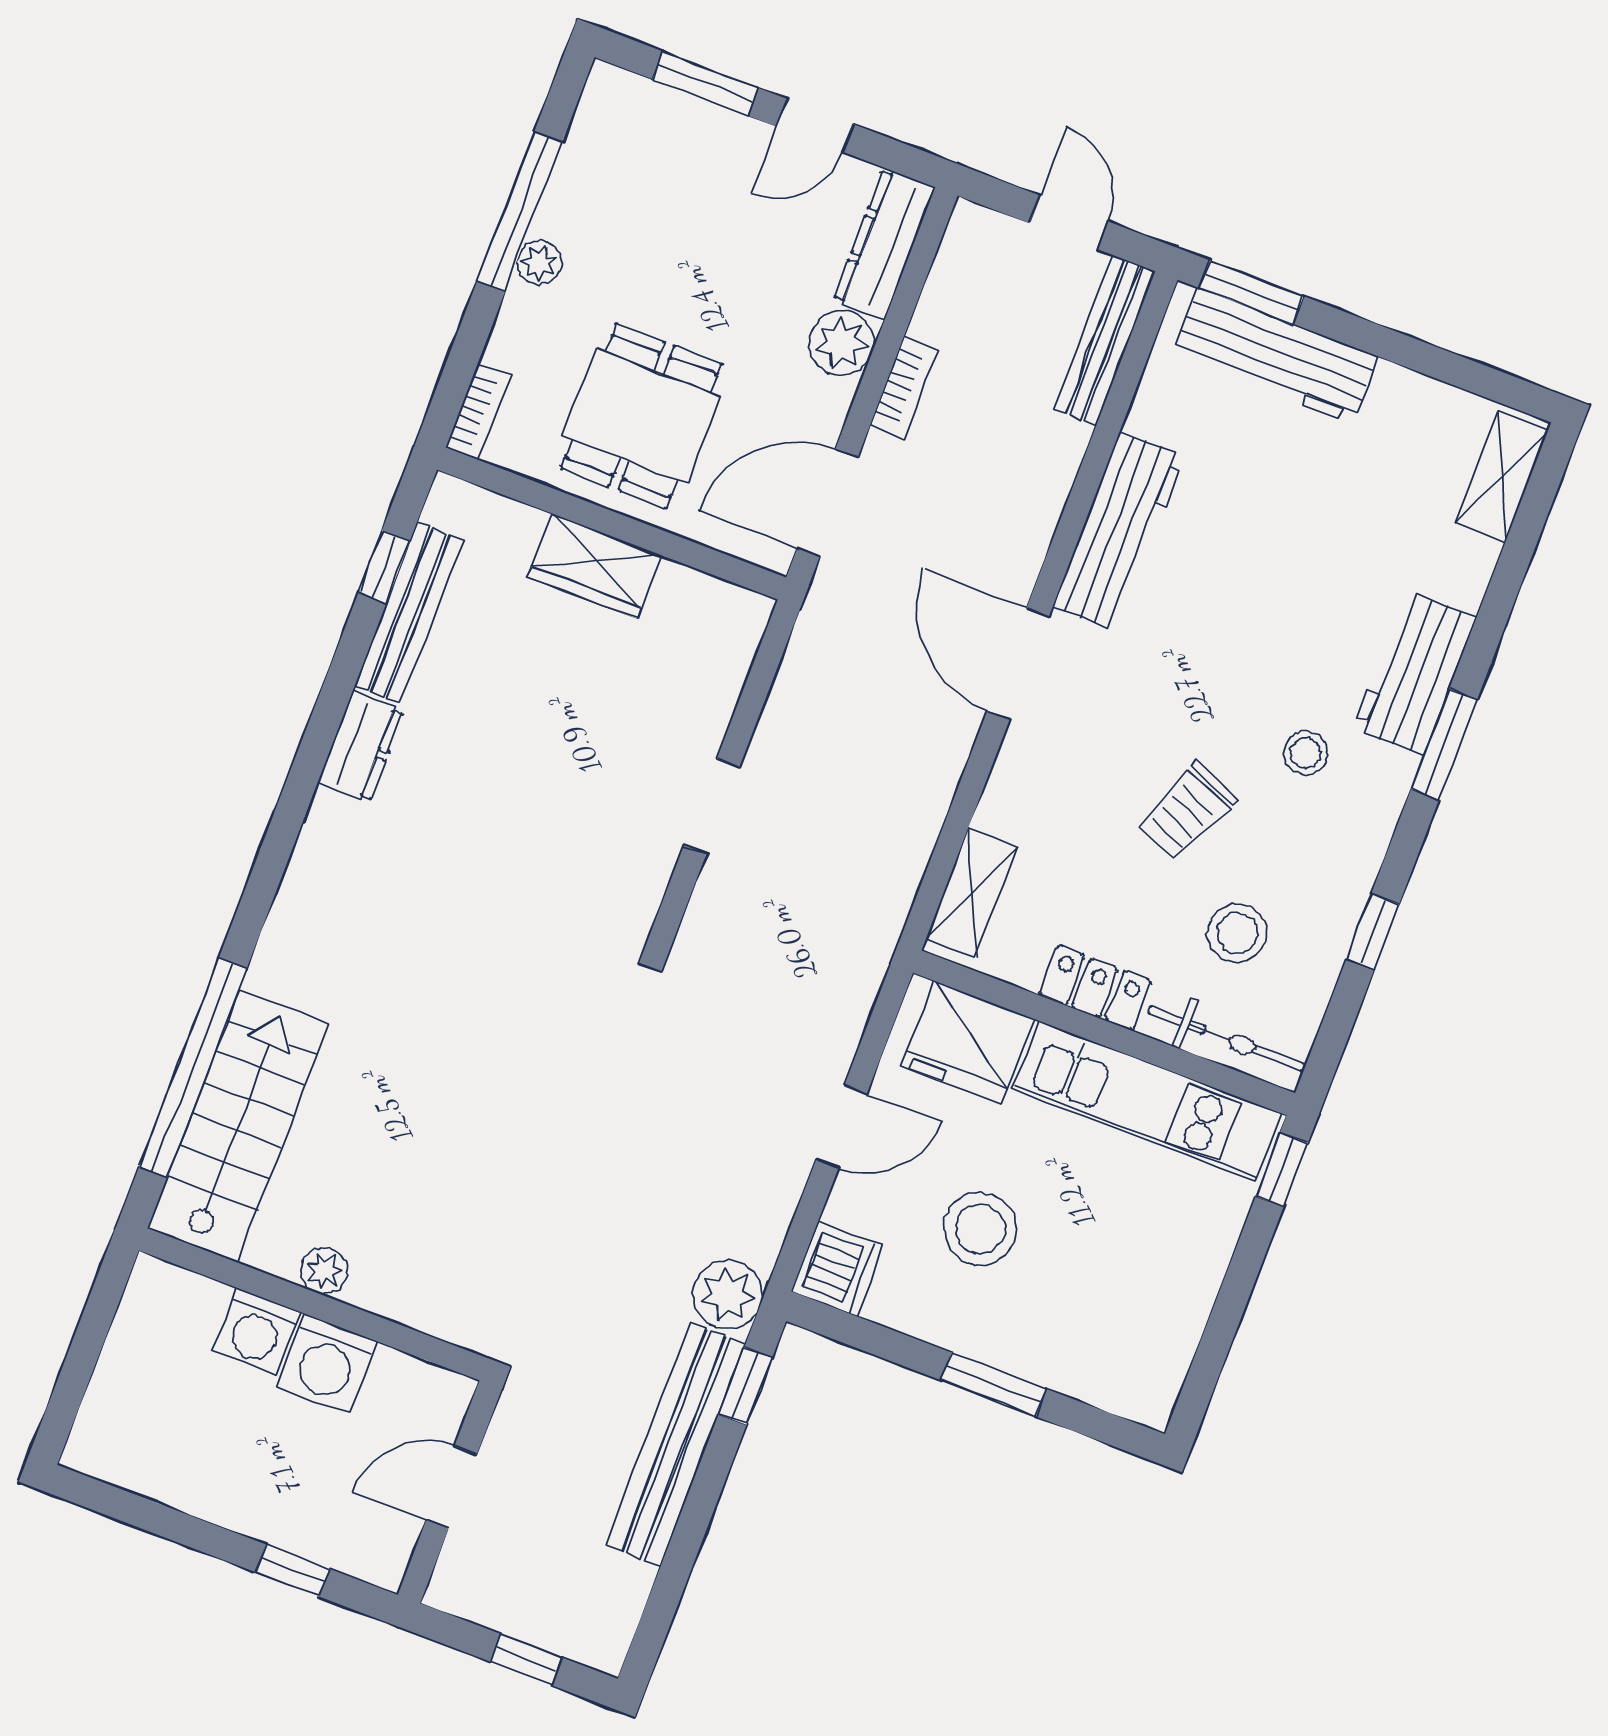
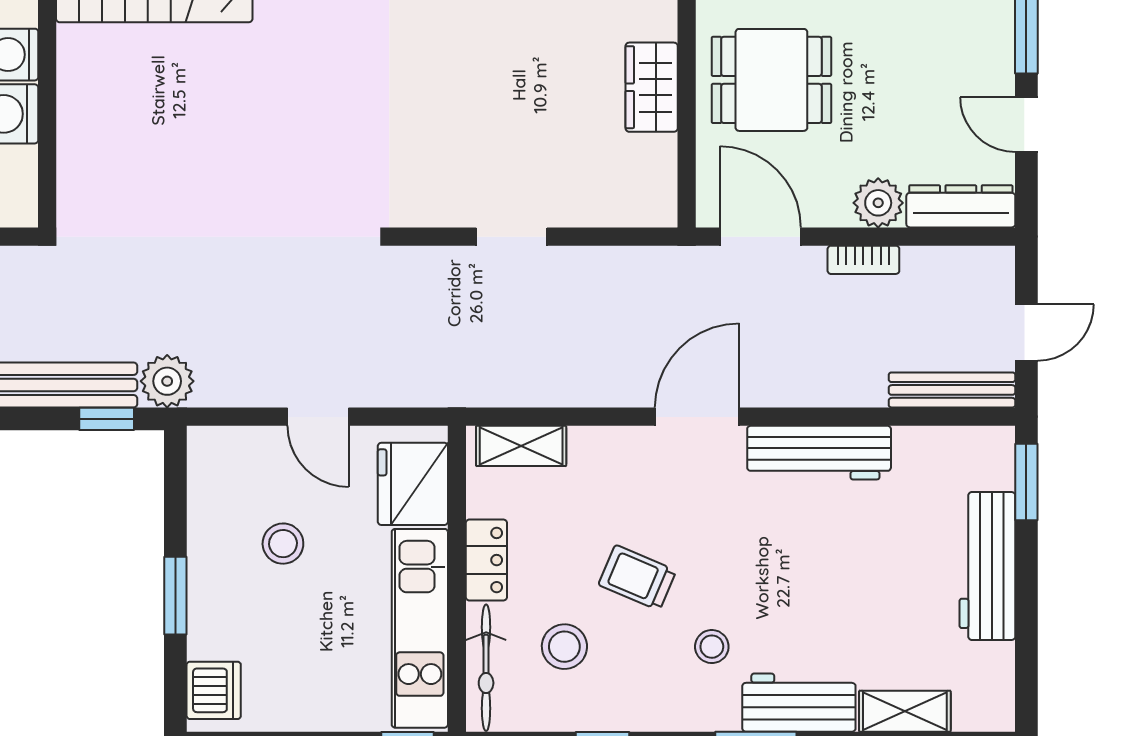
workbench: (1275, 356) -> (987, 566), moved
shelving: (1502, 476) -> (905, 711), moved
stool: (980, 1229) -> (283, 544), width x0.73, depth x0.73
dishwasher: (837, 1269) -> (214, 690), moved, turned -90
plant: (324, 1271) -> (74, 86), removed

